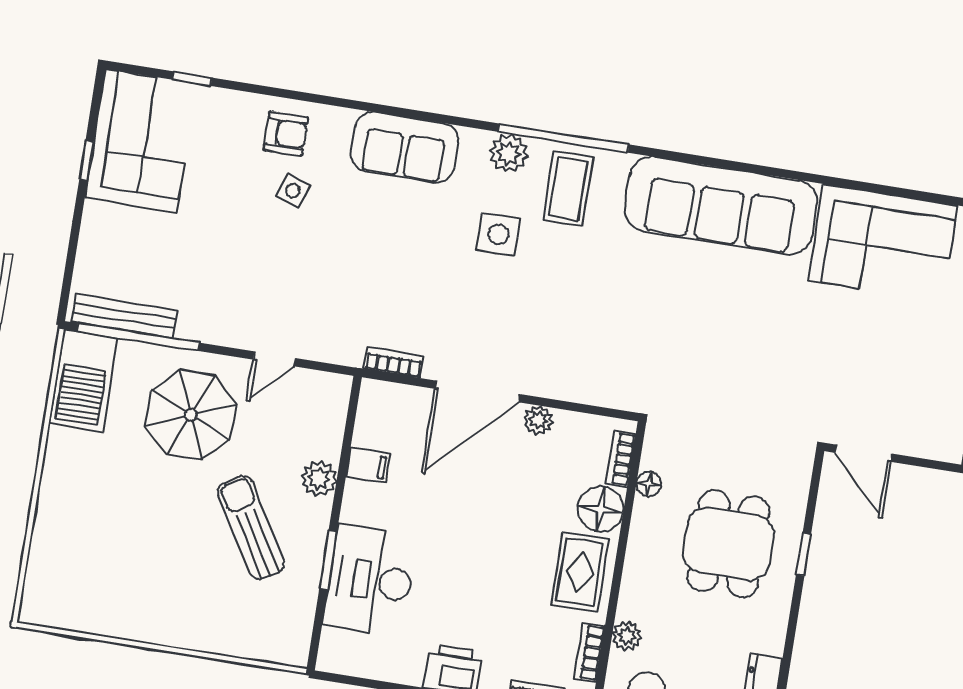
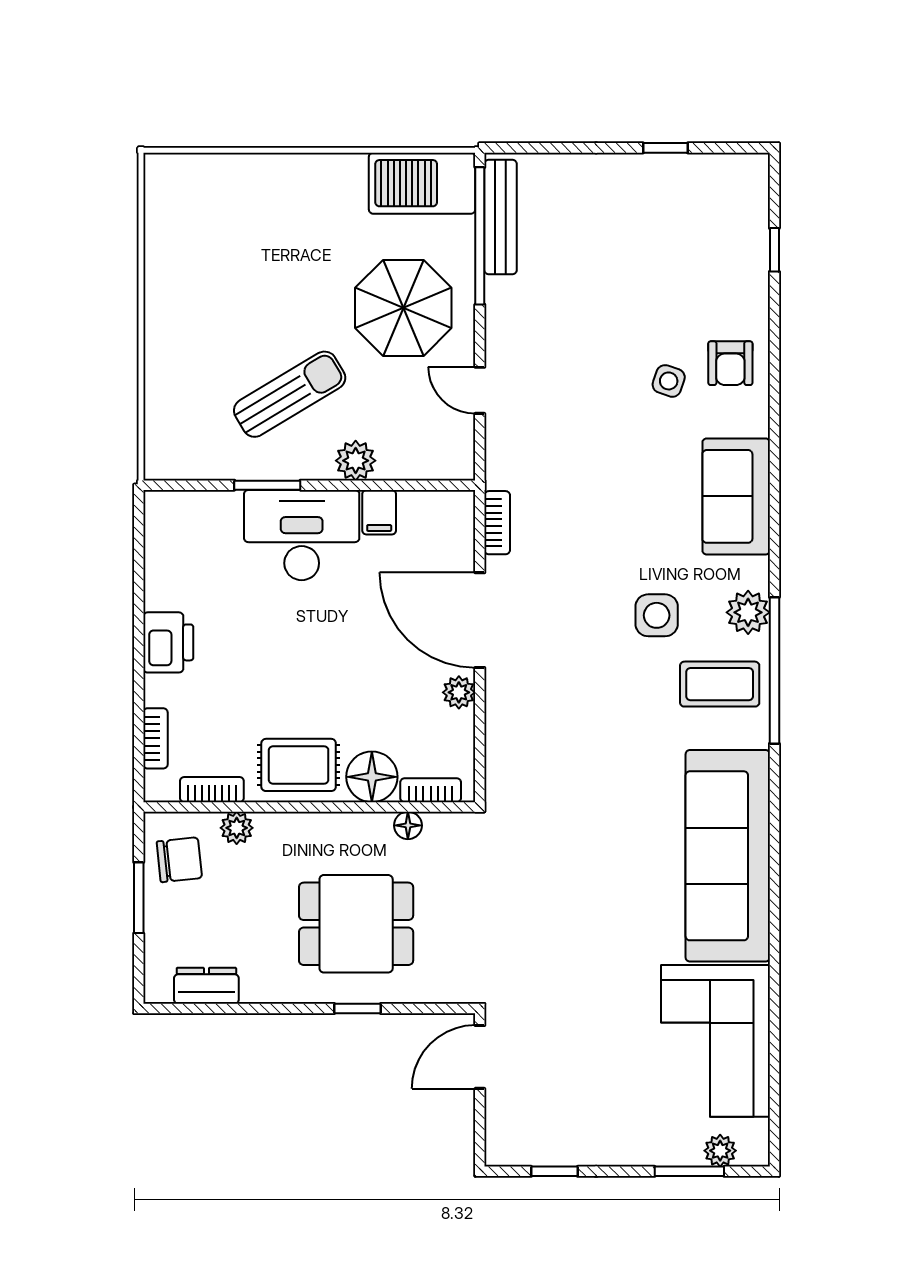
corner sofa: (141, 141) -> (697, 205), removed
desk: (370, 580) -> (302, 535), moved

